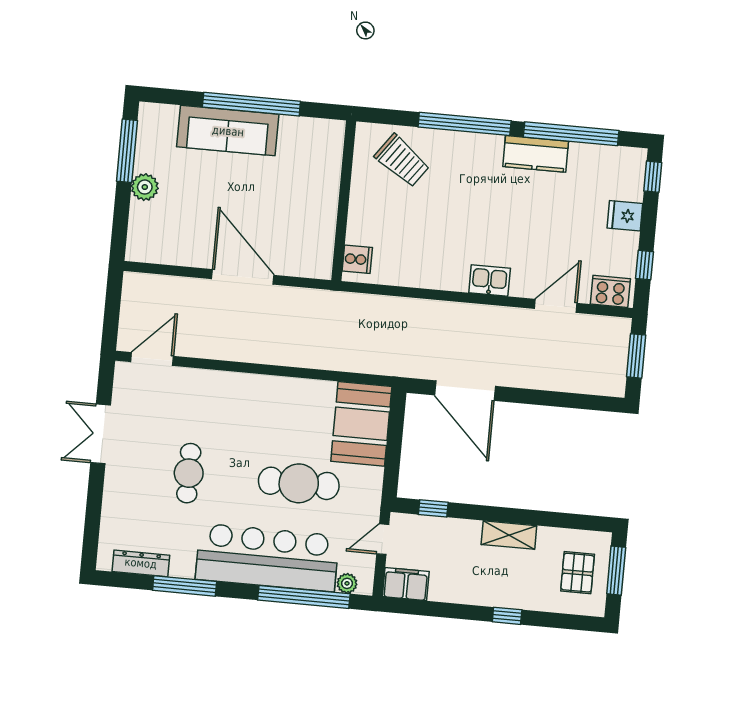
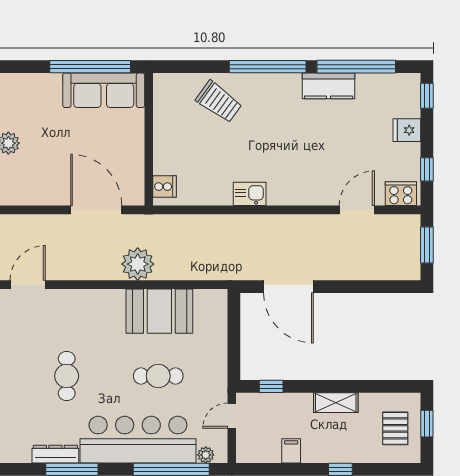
sofa: (228, 131) -> (104, 90), moved
wall: (344, 201) -> (149, 139), moved
cooker: (357, 259) -> (164, 187), moved
kitchen sink: (490, 281) -> (250, 194), moved
plant: (287, 347) -> (138, 264), added
booth: (361, 424) -> (159, 311), moved, turned 90
cafe table: (299, 483) -> (158, 376), width x0.73, depth x0.74
dresser: (141, 563) -> (55, 454), moved
window: (616, 571) -> (427, 424), width x0.67
filing cabinet: (406, 584) -> (291, 451), moved, width x0.50

